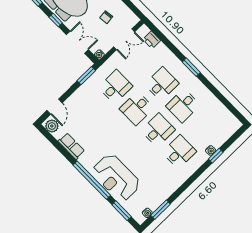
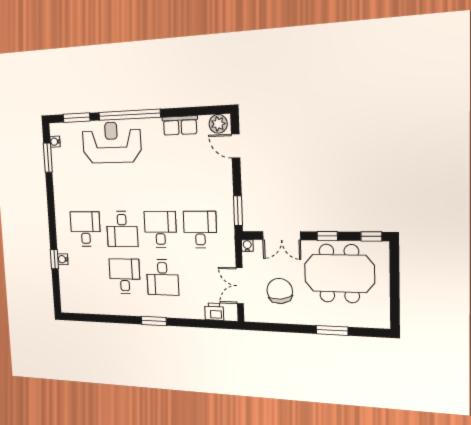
chair: (106, 17) -> (280, 291), width x1.87, depth x1.87
desk: (115, 87) -> (200, 230), turned 180
desk: (179, 152) -> (85, 229), turned 180

